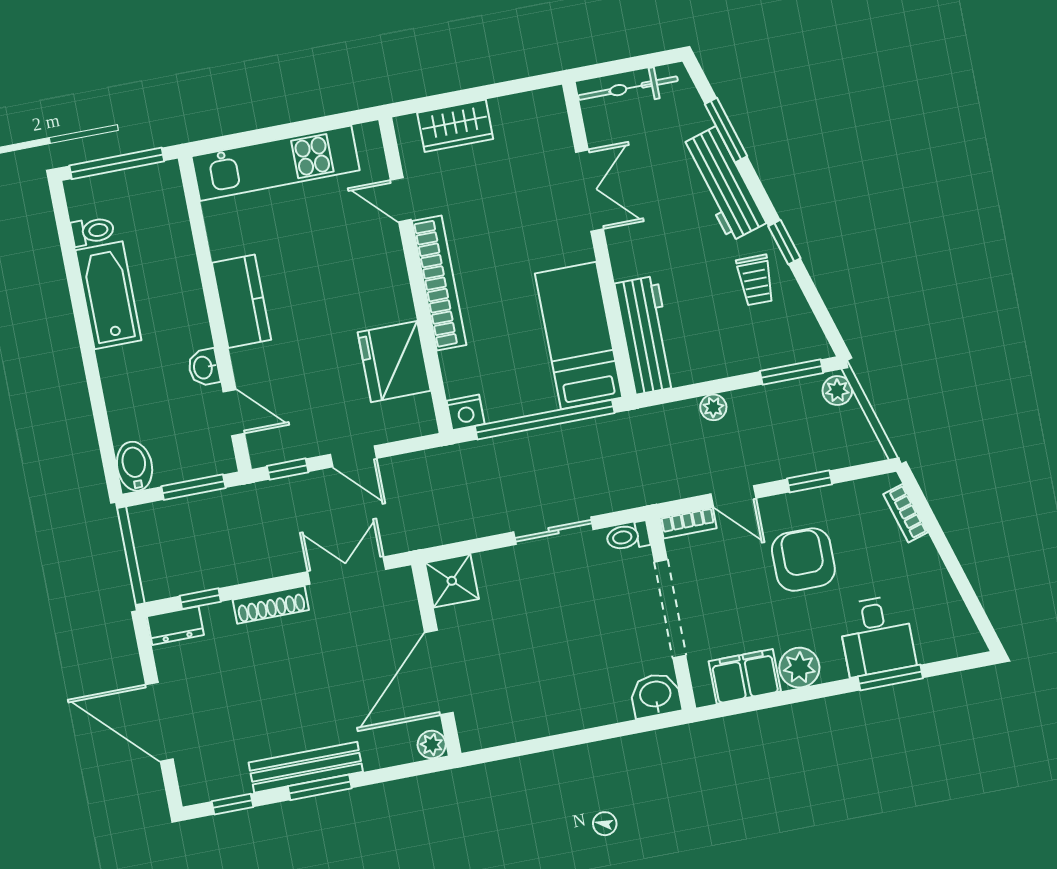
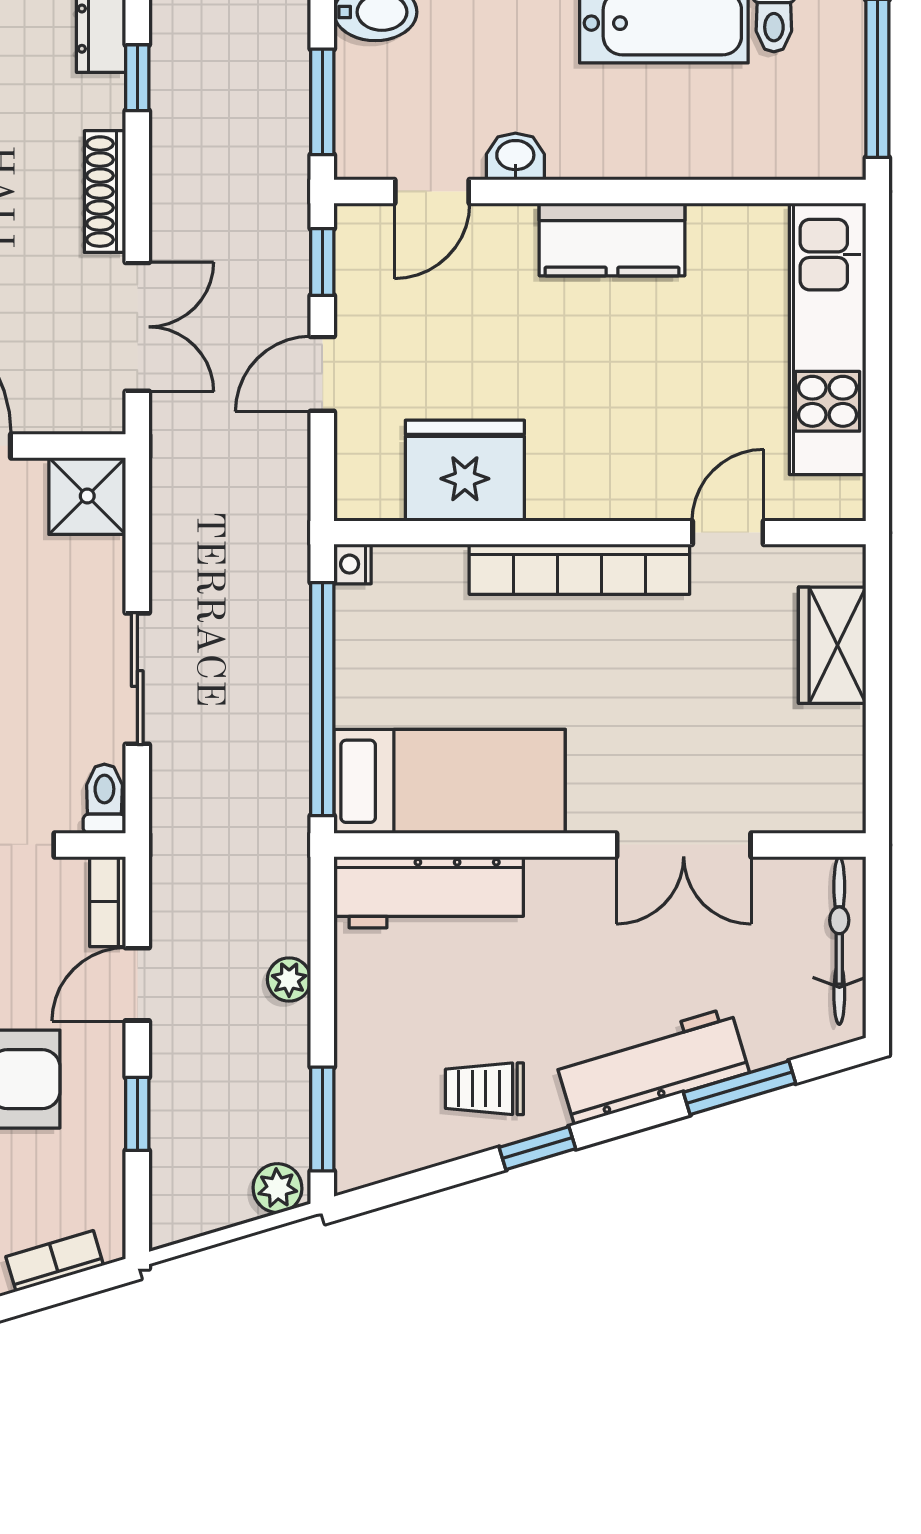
nightstand: (466, 412) -> (353, 564), width x0.72, depth x0.74

